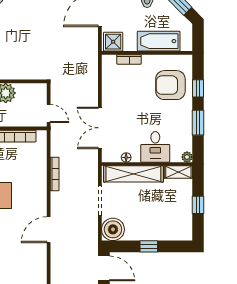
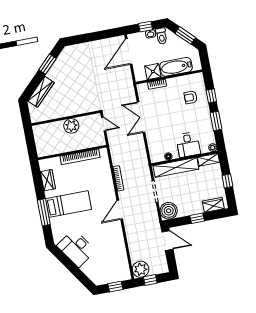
shower: (113, 42) -> (153, 72), moved
armchair: (170, 85) -> (191, 97), width x0.53, depth x0.53
door: (49, 114) -> (104, 124), moved
double door: (100, 128) -> (141, 117), moved
door: (49, 230) -> (120, 210), moved
wardrobe: (173, 233) -> (213, 205), added

